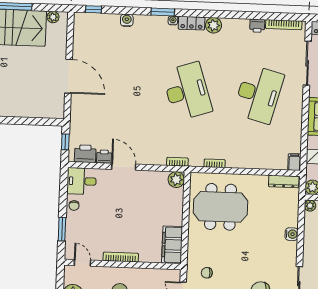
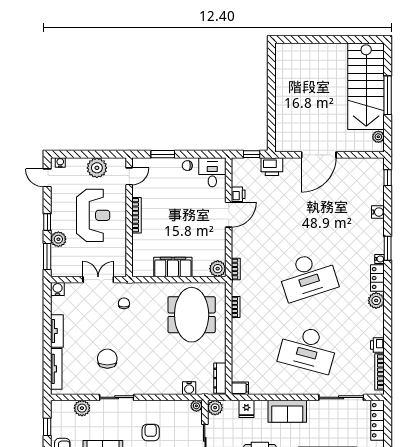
printer: (85, 154) -> (272, 167), moved, turned 90
water cooler: (292, 234) -> (189, 388), moved
filing cabinet: (172, 245) -> (173, 267), moved

